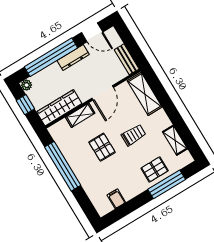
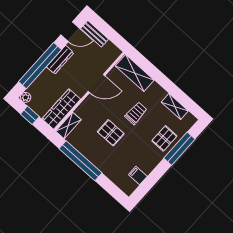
bench: (127, 59) -> (95, 34), moved
door: (103, 93) -> (96, 84), hinge flipped
shelving: (80, 115) -> (68, 125), moved

